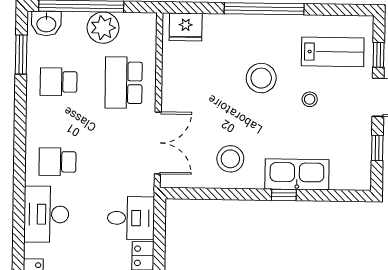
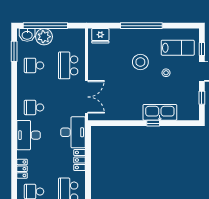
plant: (103, 28) -> (44, 37), moved
stool: (230, 159) -> (125, 105), removed
desk: (131, 218) -> (73, 132), width x1.37

